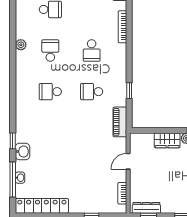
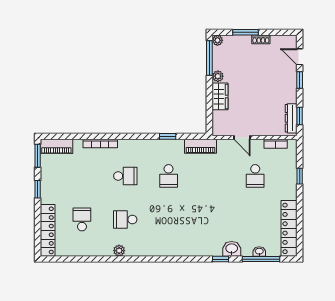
school desk: (50, 92) -> (255, 176), moved

